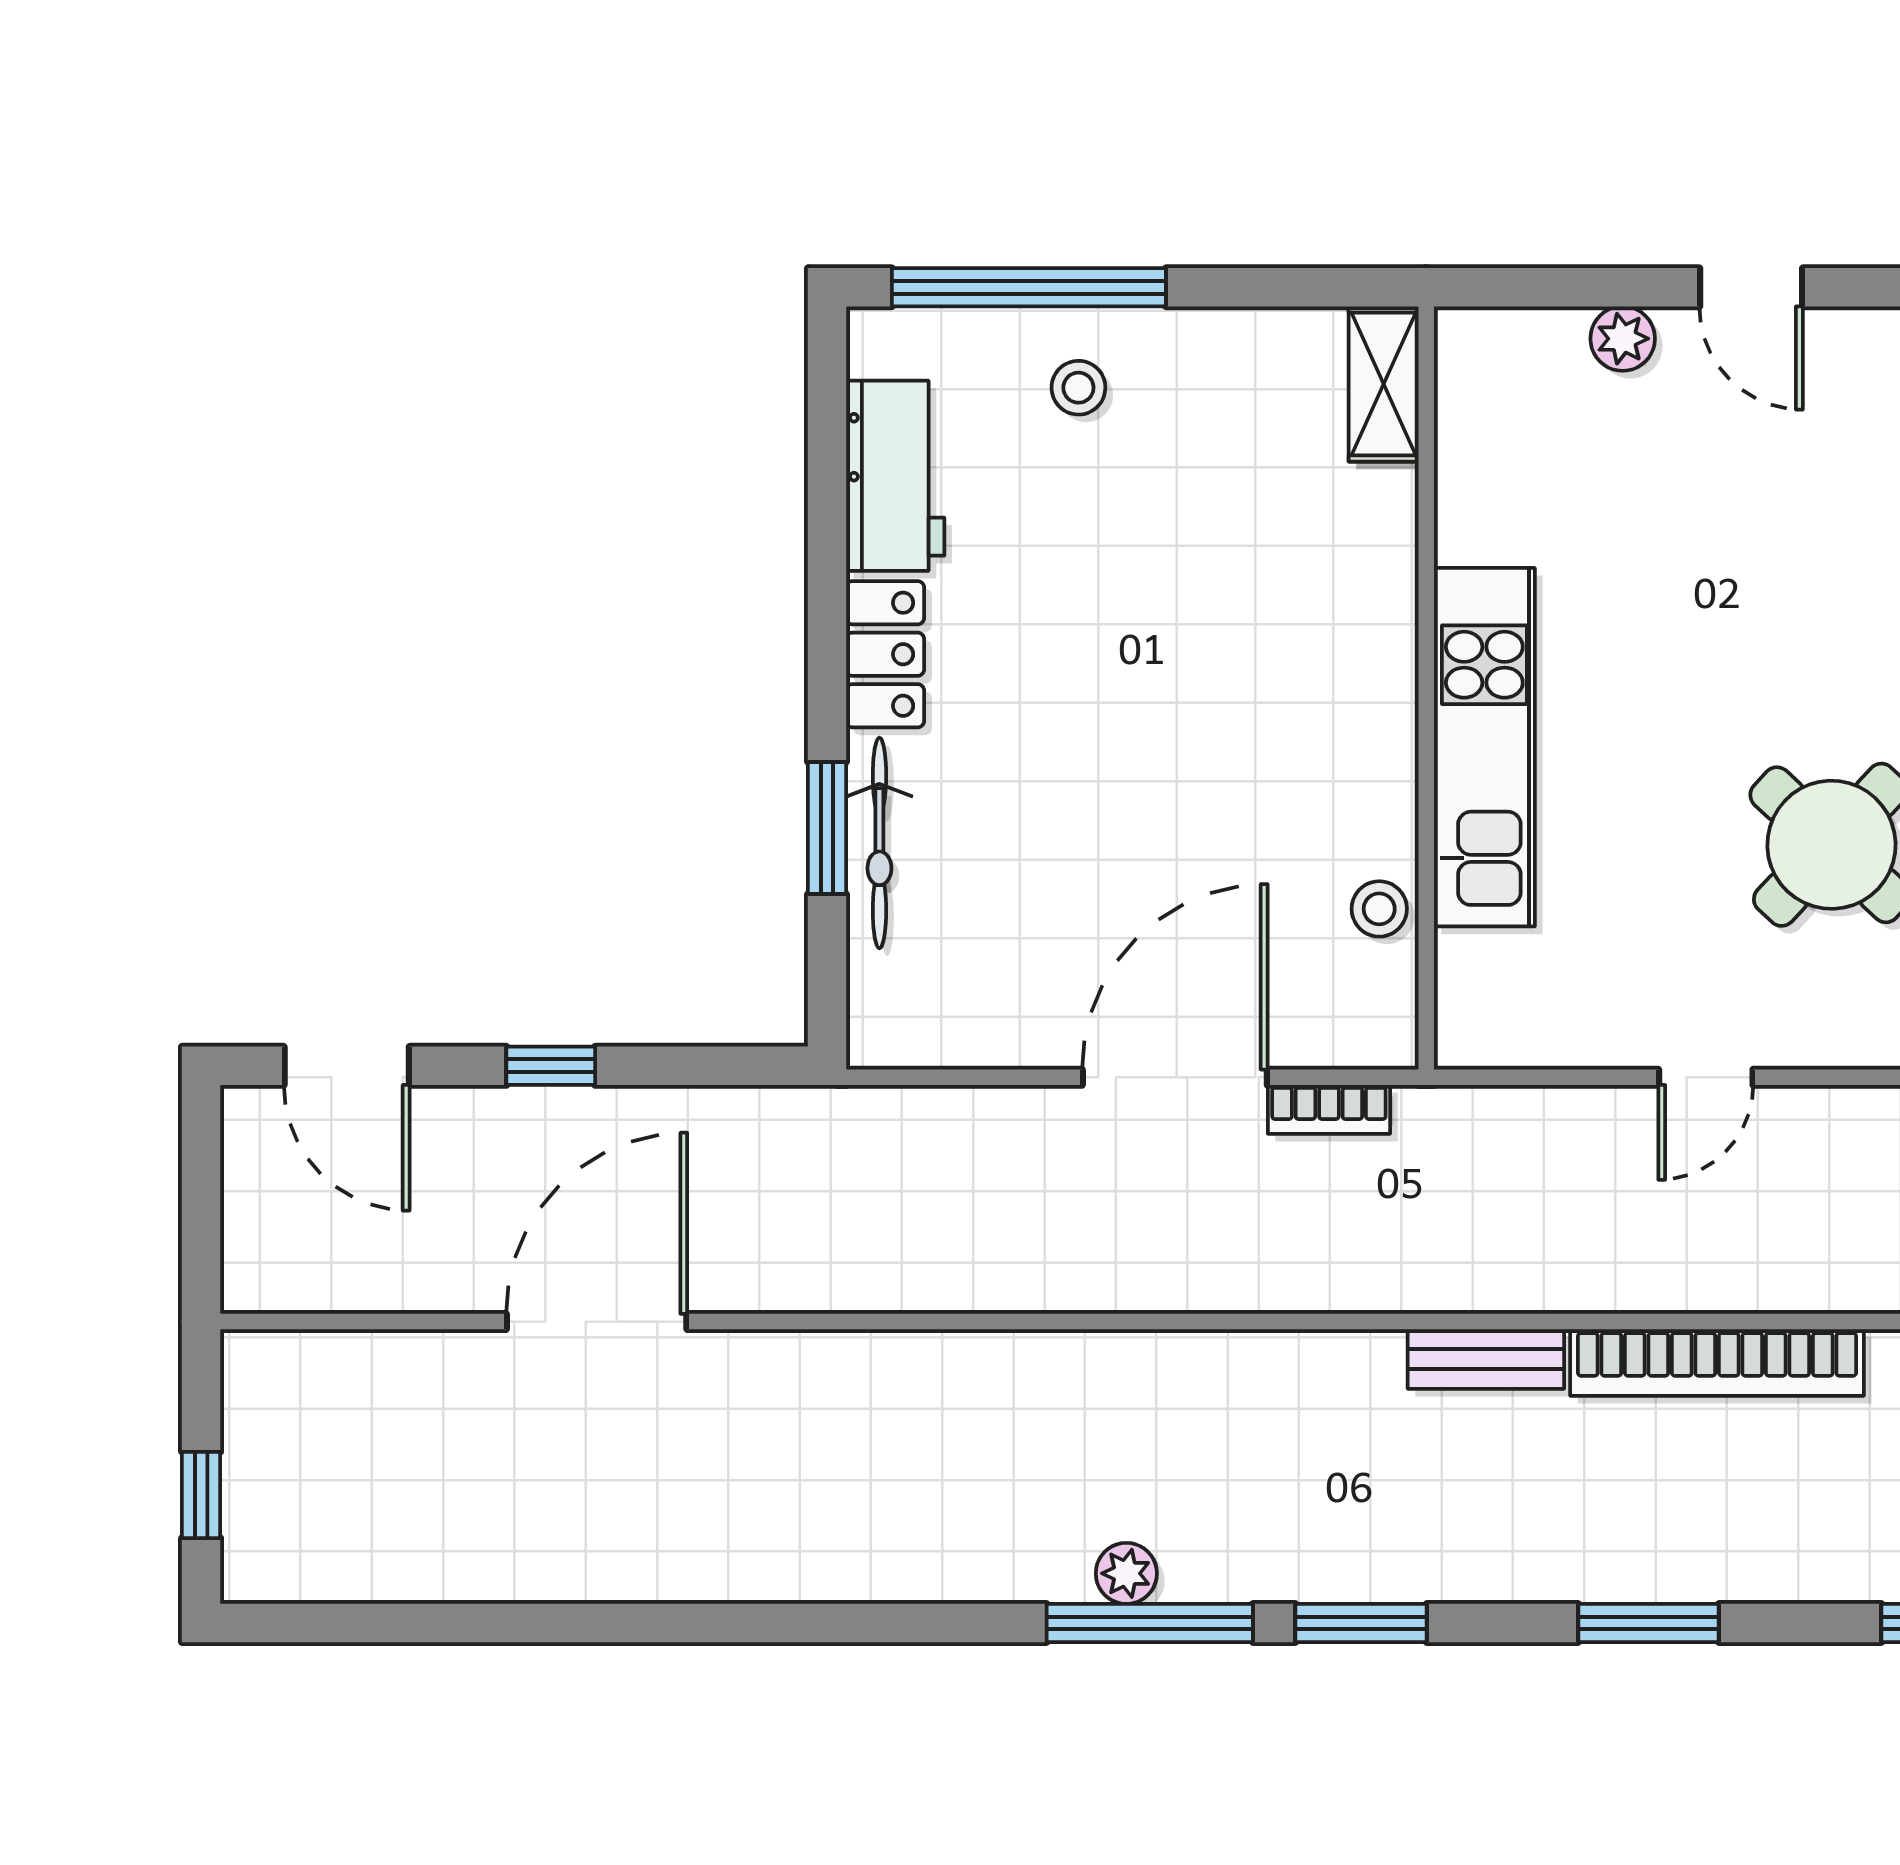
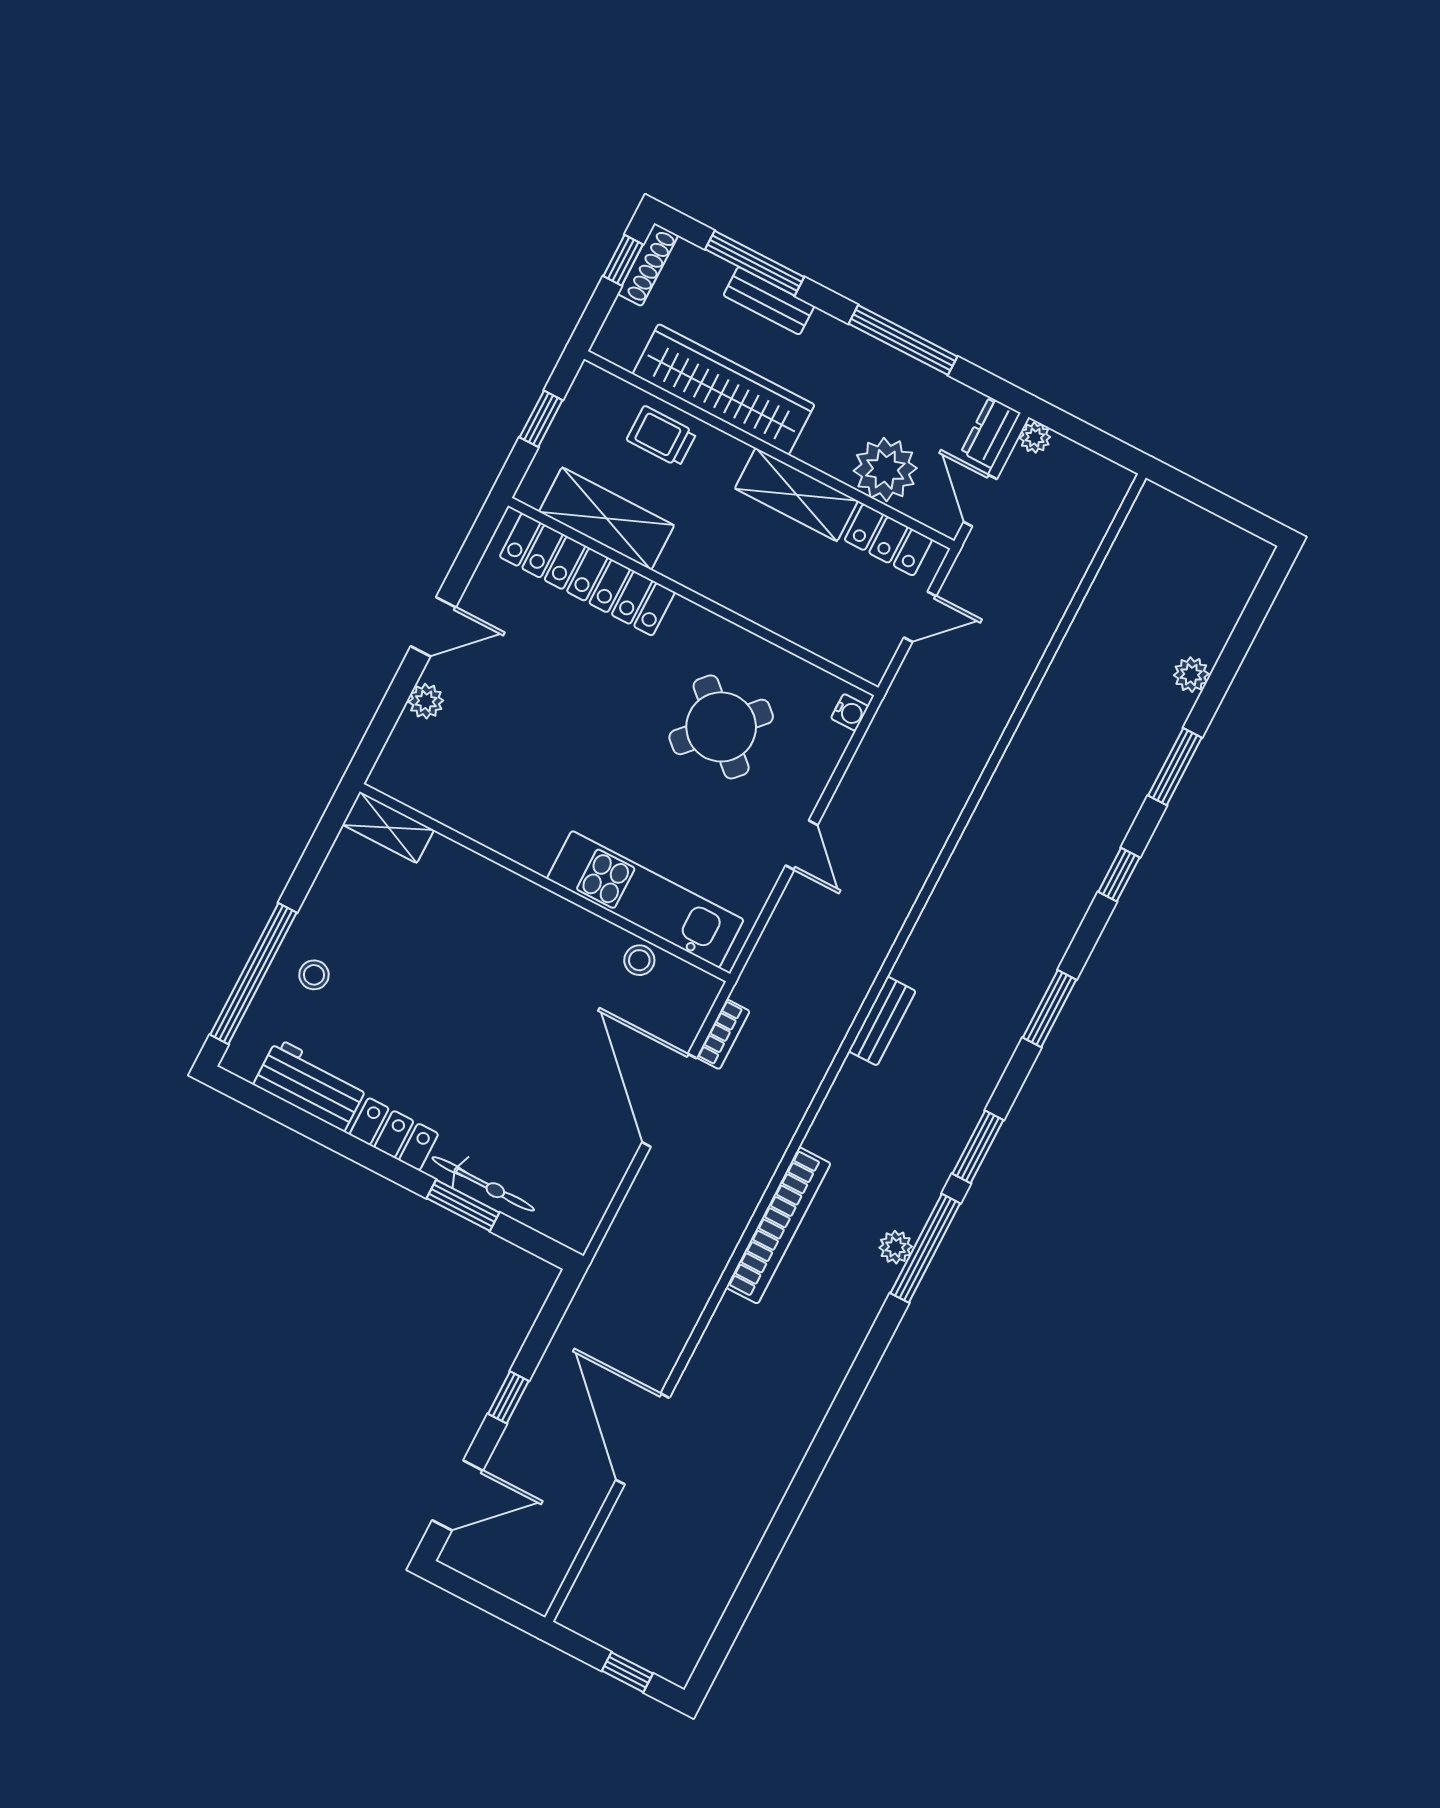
kitchen unit: (1484, 747) -> (645, 899), moved
bookcase: (1717, 1362) -> (778, 1225), moved

